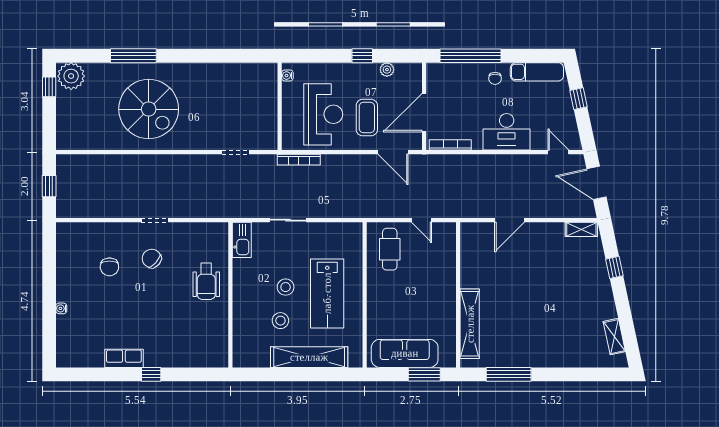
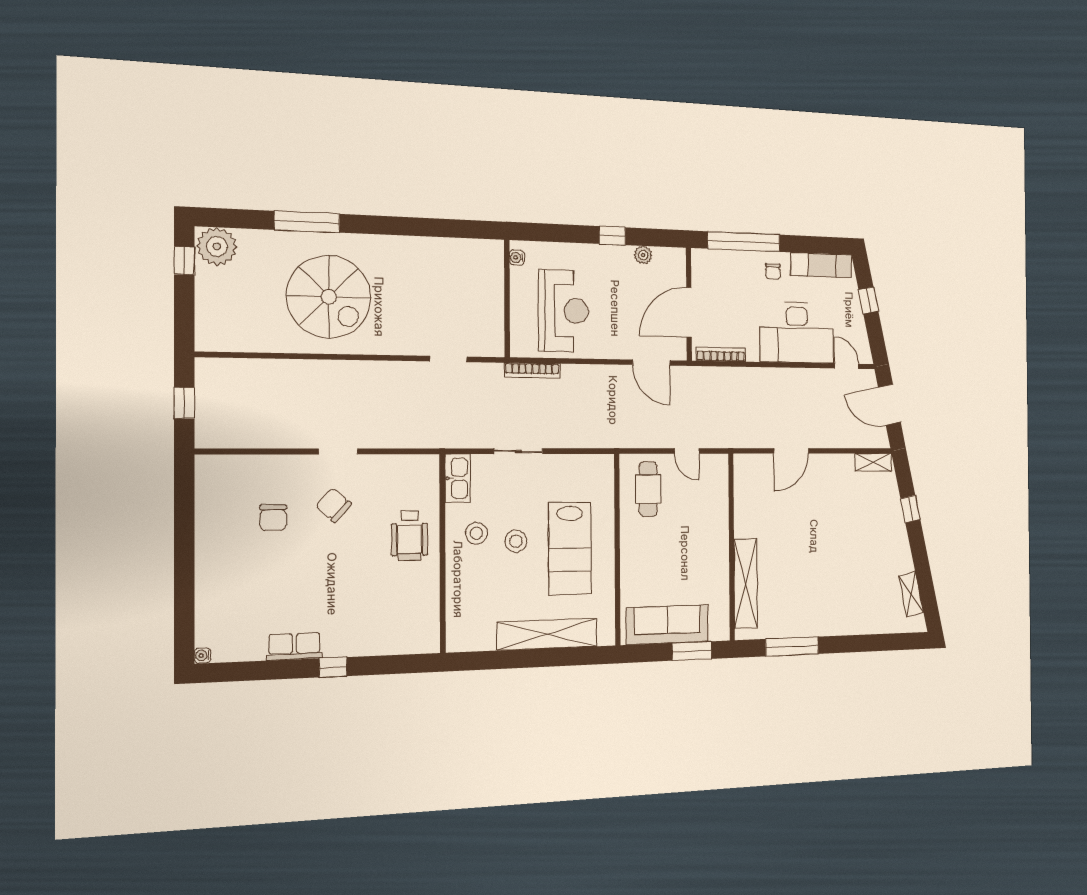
coffee table: (367, 118) -> (619, 317), removed
desk: (507, 132) -> (797, 333), width x1.36, depth x1.30
water cooler: (61, 308) -> (203, 656), moved
stool: (280, 321) -> (476, 533), moved

